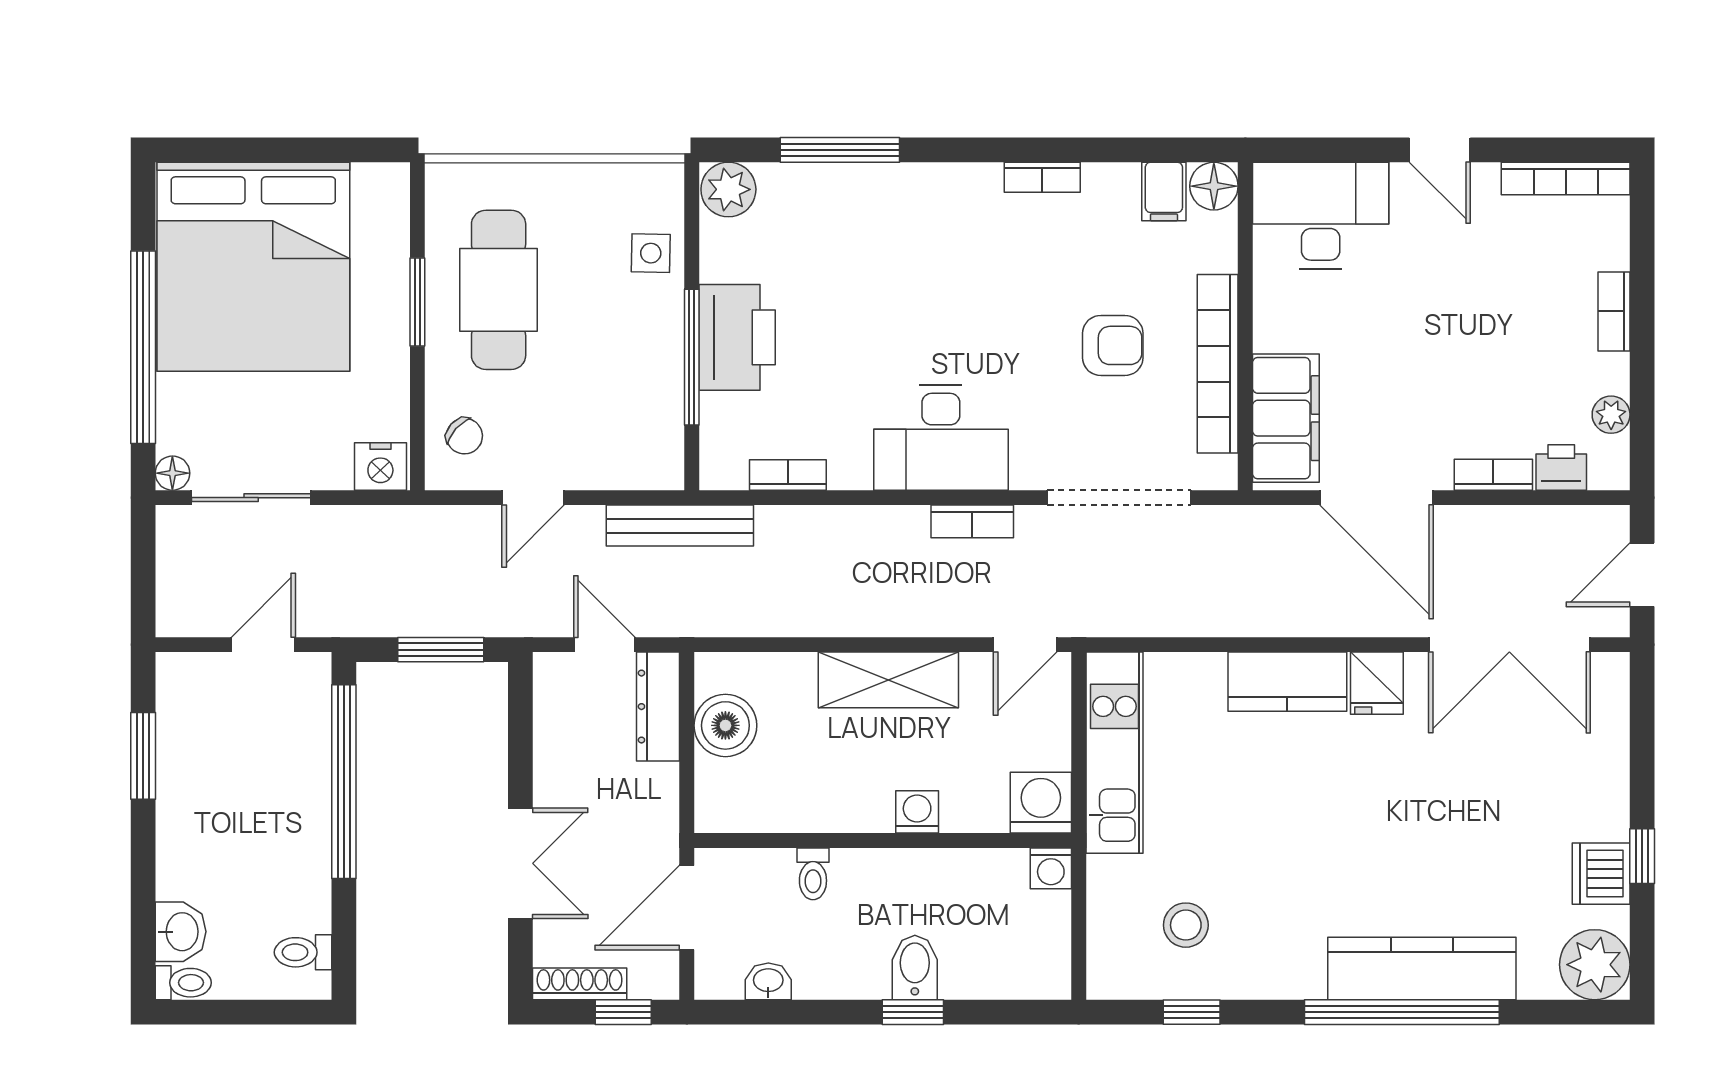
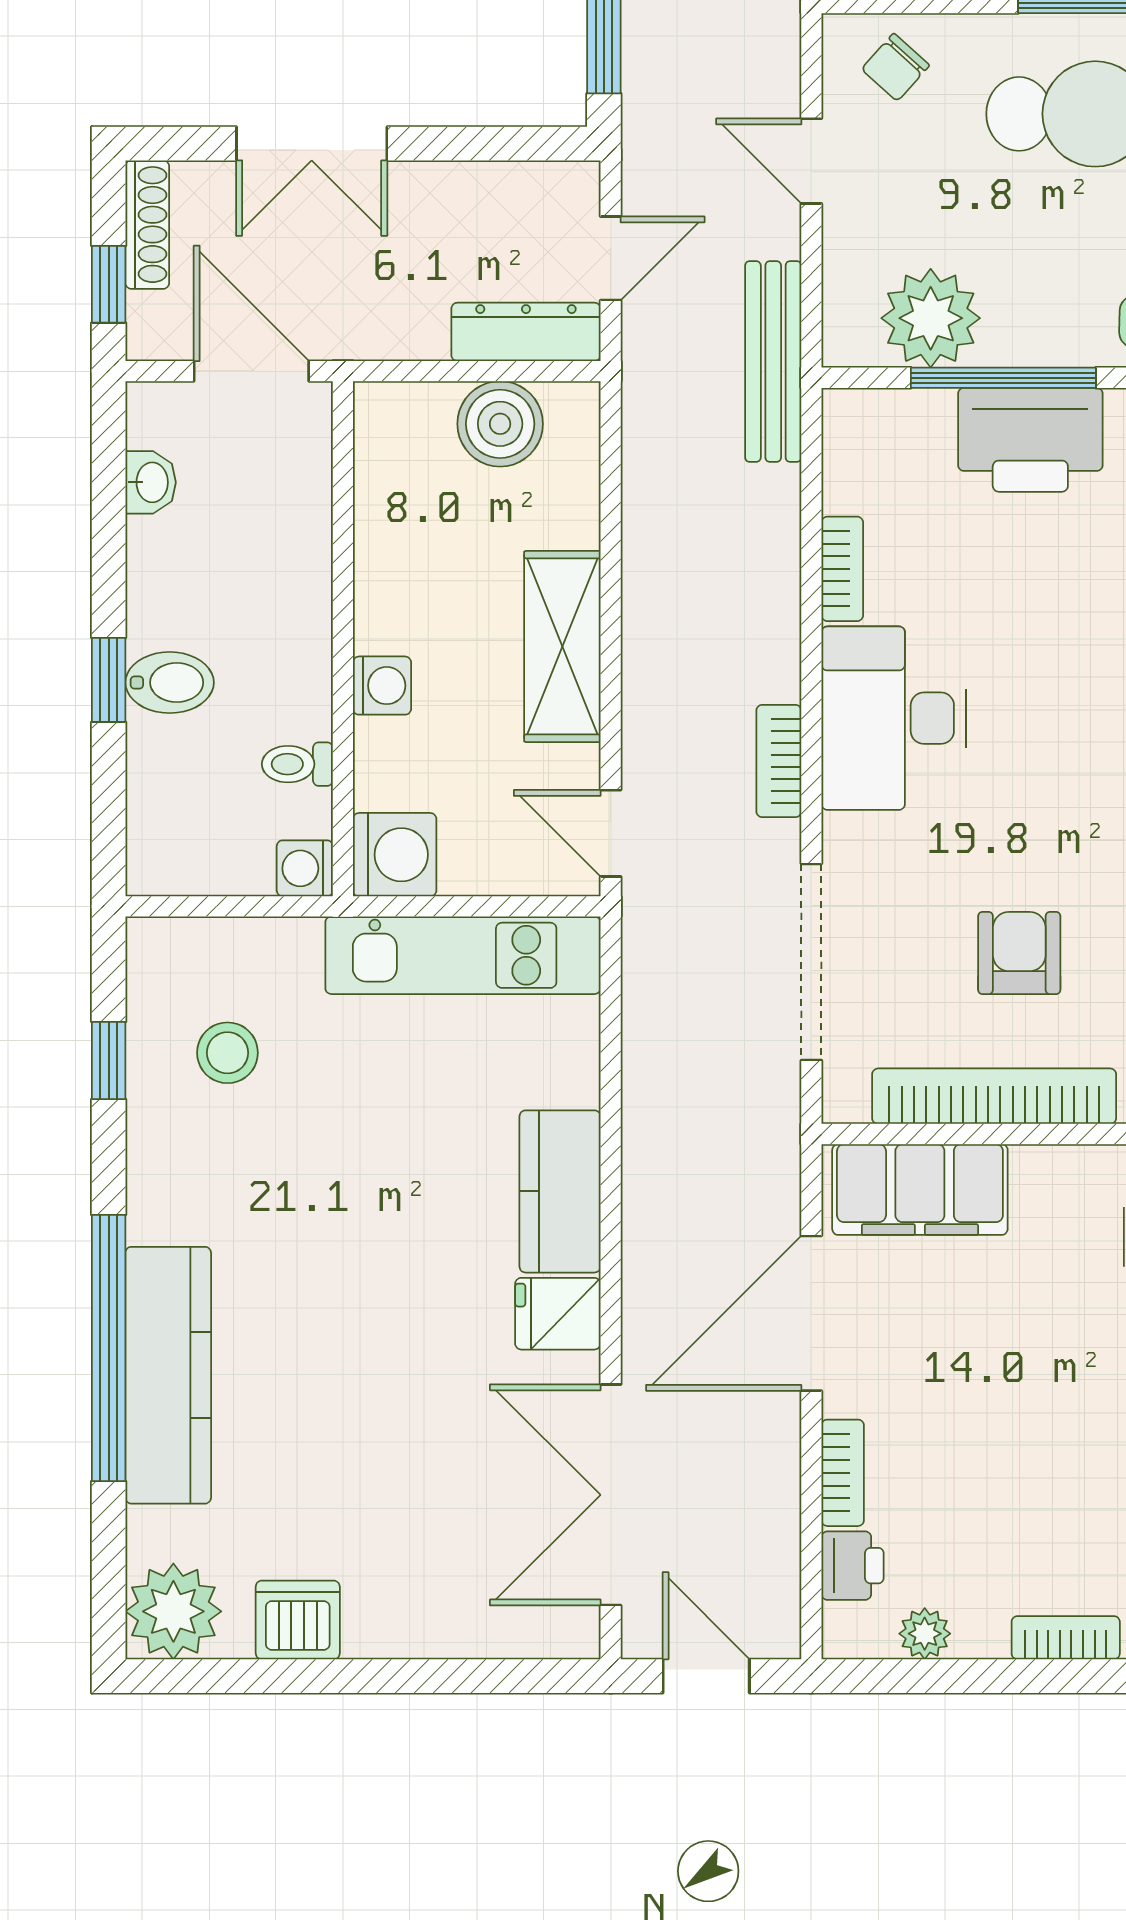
armchair: (1113, 345) -> (1019, 953), turned 180
plant: (648, 410) -> (931, 318), added
bookcase: (788, 475) -> (842, 569), moved
window: (1642, 856) -> (322, 1676), removed
toilet: (813, 874) -> (297, 764), moved

